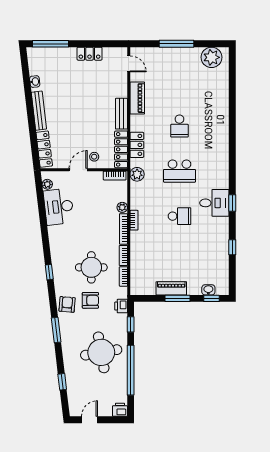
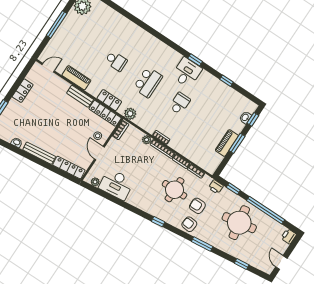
armchair: (90, 300) -> (197, 206), turned -90

